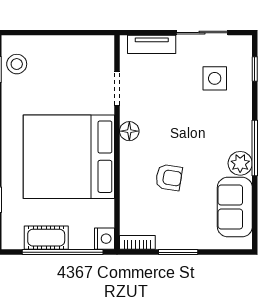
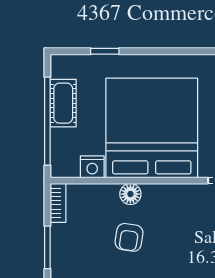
floor lamp: (129, 131) -> (130, 194), moved
nightstand: (104, 239) -> (92, 167), moved

